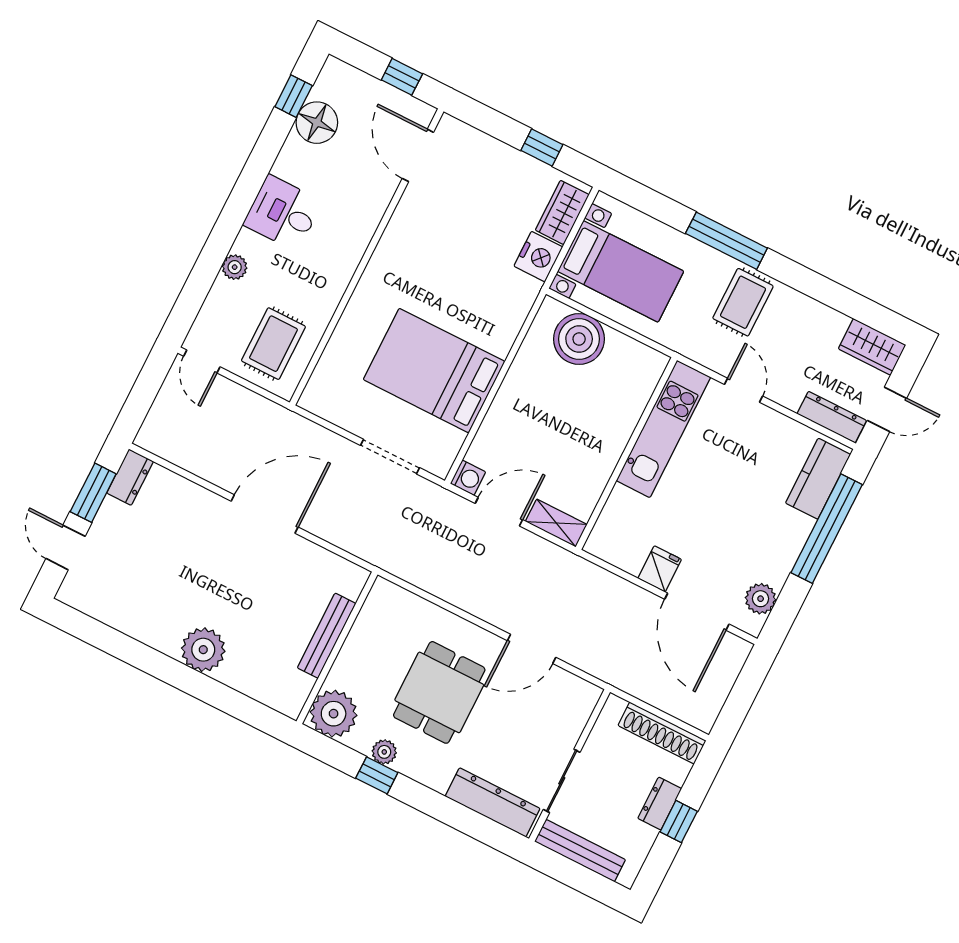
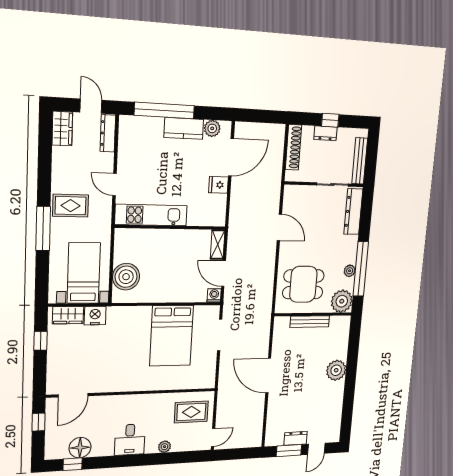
door: (744, 390) -> (115, 185), hinge flipped
dresser: (130, 477) -> (296, 438), moved
kitchen counter: (818, 479) -> (184, 128), moved
dining table: (439, 692) -> (303, 284), moved
window: (377, 775) -> (361, 269), width x3.17

